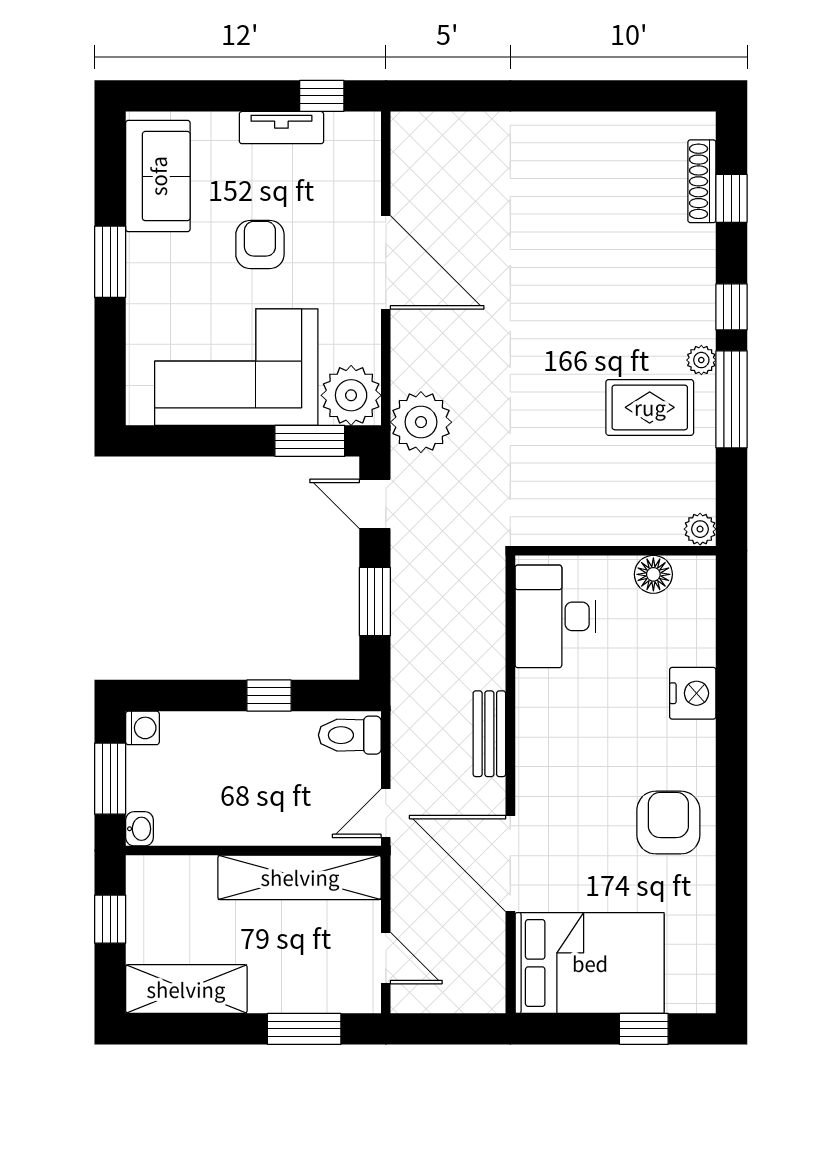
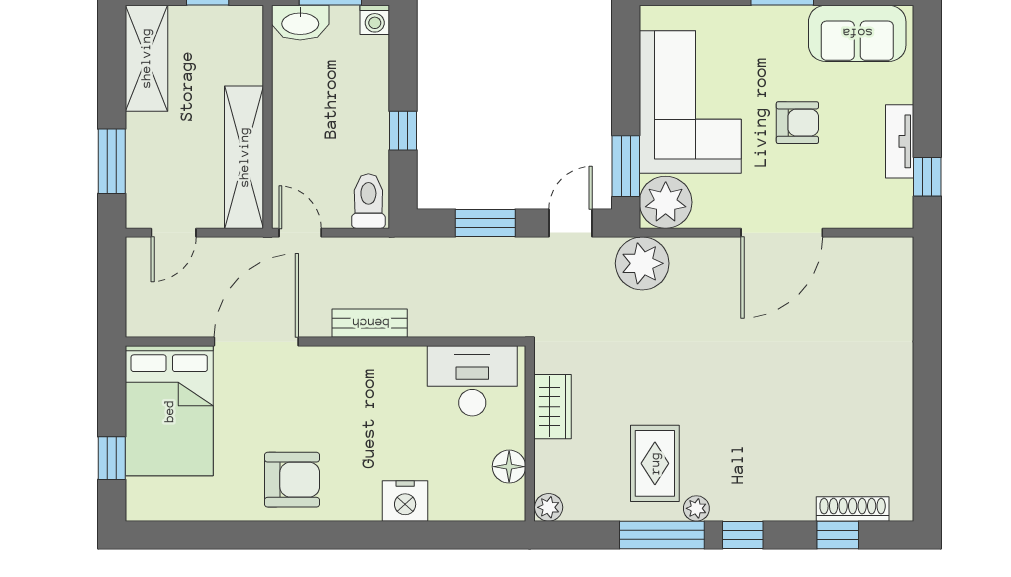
wardrobe: (585, 525) -> (552, 407), added
washbasin: (139, 829) -> (300, 23), width x1.91, depth x1.45

